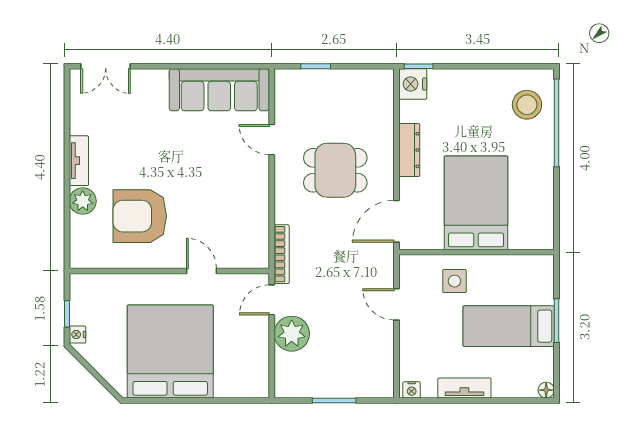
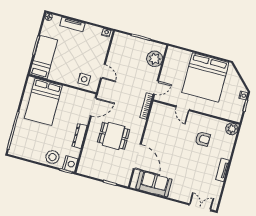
sofa: (219, 90) -> (154, 184), width x0.73
stool: (527, 105) -> (52, 157), moved
door: (272, 140) -> (137, 156), width x1.87
plant: (83, 201) -> (232, 129), moved
bed: (476, 203) -> (43, 102), moved
armchair: (140, 216) -> (203, 139), width x0.53, depth x0.53
side table: (454, 281) -> (84, 79), moved
bed: (509, 326) -> (44, 57), moved, turned -90
plant: (292, 334) -> (155, 59), moved
tv unit: (464, 388) -> (72, 24), moved

